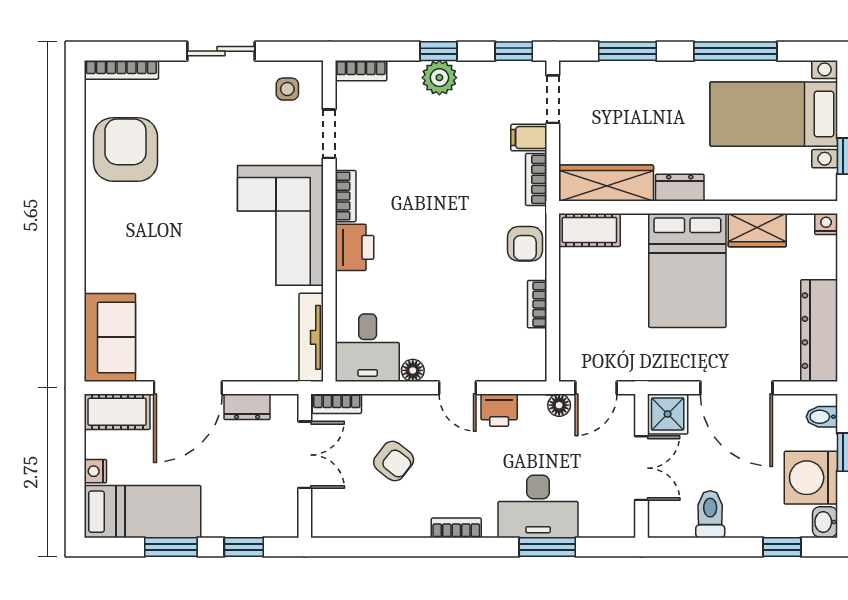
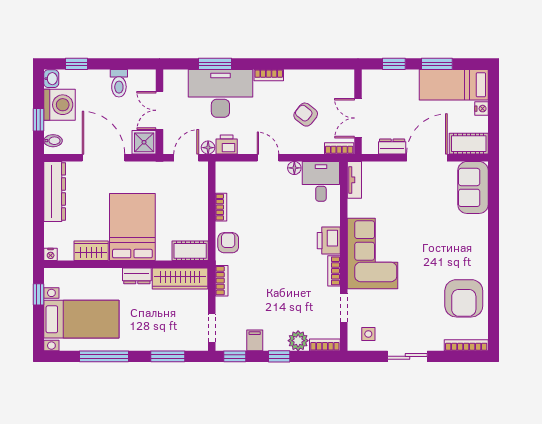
plant: (439, 78) -> (298, 341), moved
filing cabinet: (529, 138) -> (255, 340), moved, turned -90
tv unit: (311, 337) -> (354, 180), width x0.71
printer: (499, 410) -> (227, 145), moved
desk: (538, 506) -> (220, 93), width x1.36, depth x1.30

